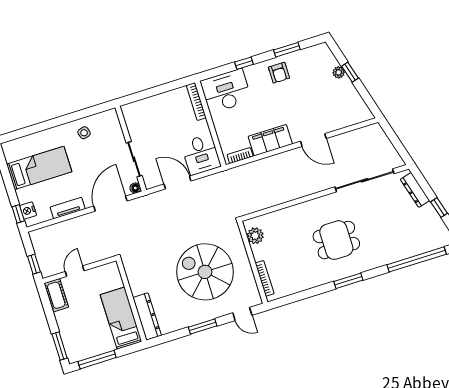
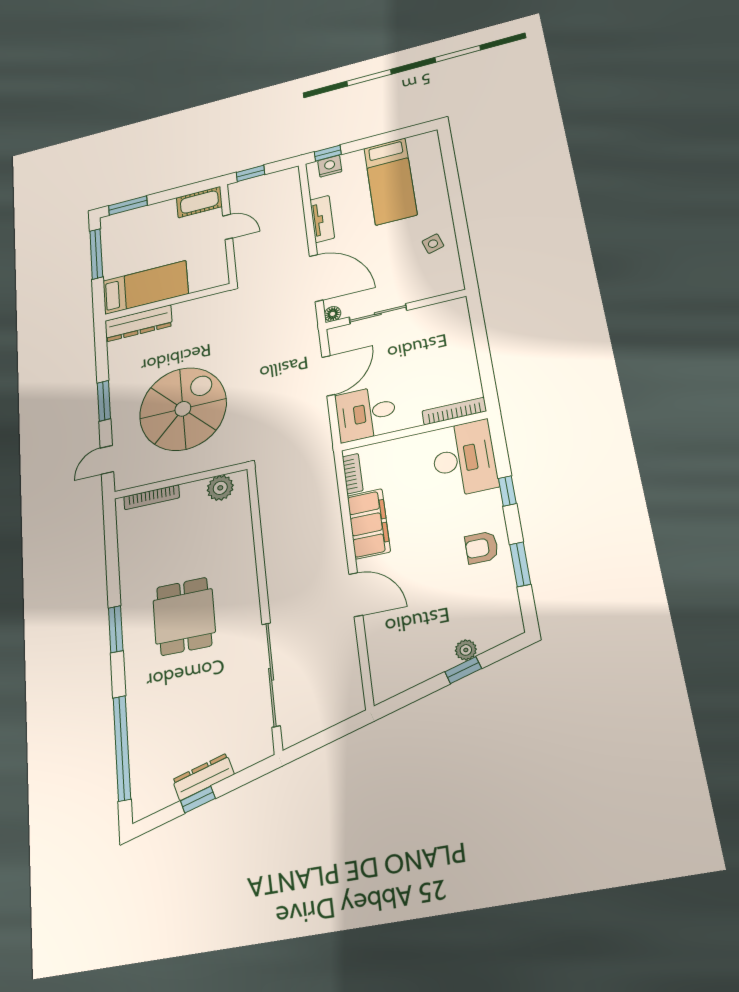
door: (313, 140) -> (356, 595), swing flipped
dresser: (415, 190) -> (203, 777), moved

